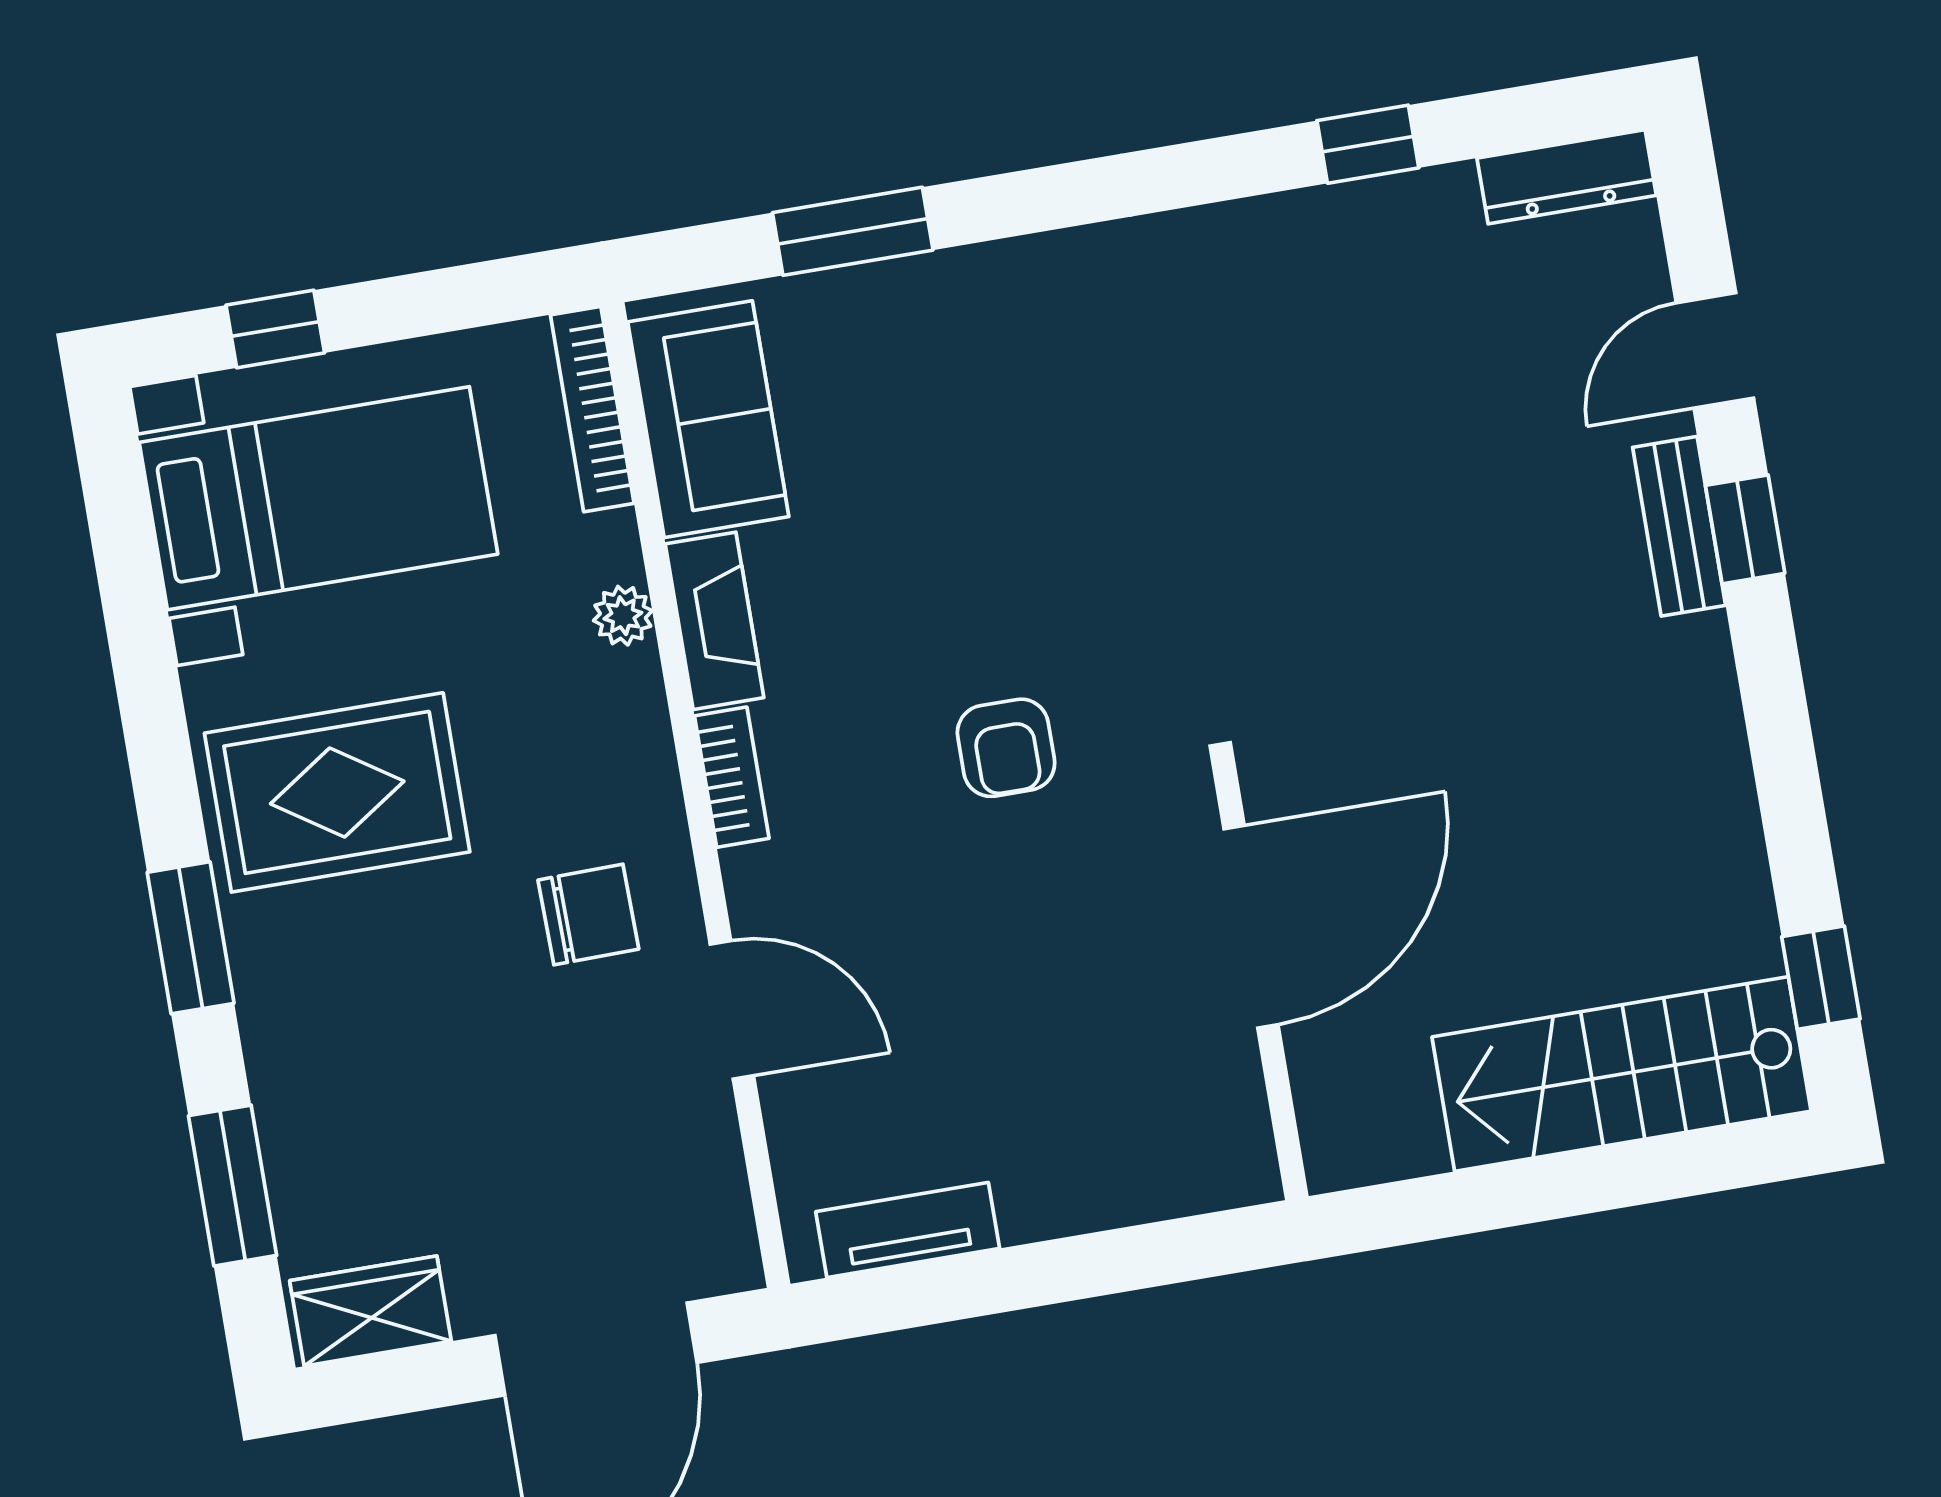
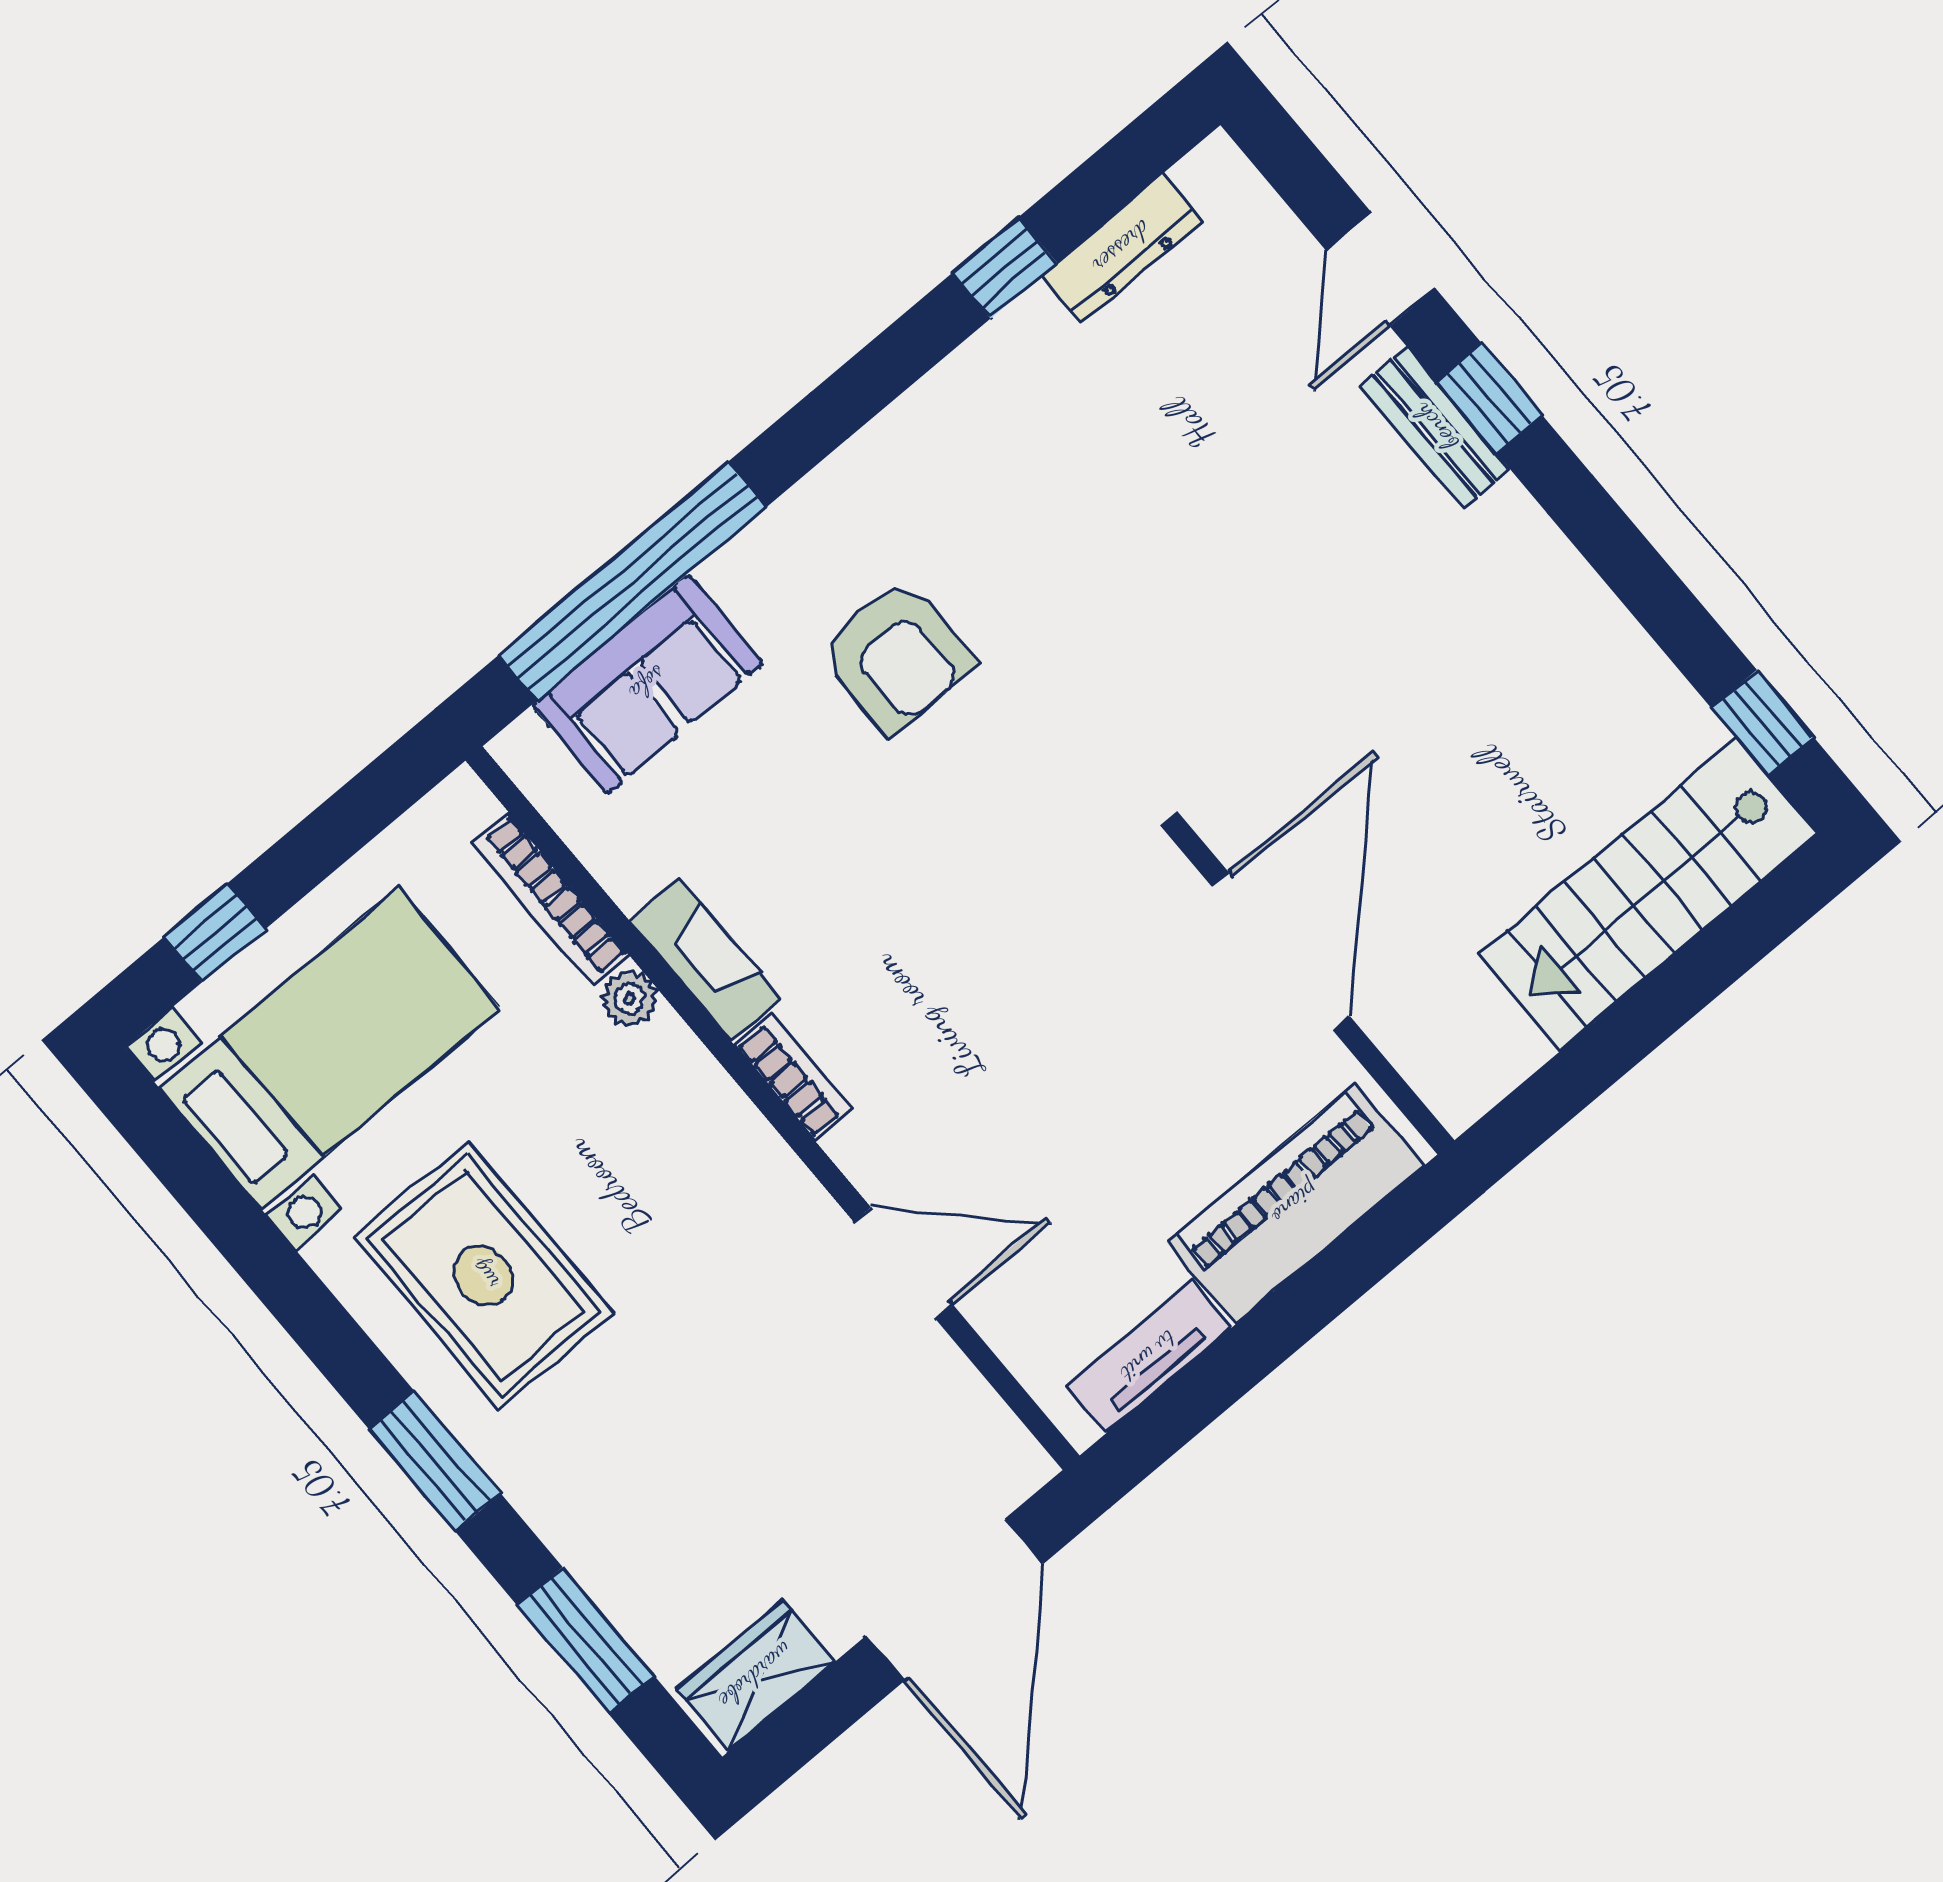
dresser: (1567, 177) -> (1122, 248), moved
window: (853, 231) -> (632, 581), width x2.11
bookcase: (592, 409) -> (551, 899), moved
sofa: (708, 419) -> (648, 684), moved, turned 90
armchair: (1006, 748) -> (897, 656), moved, width x1.38, depth x1.38
rug: (337, 792) -> (484, 1275), turned 90
chair: (588, 915) -> (743, 1255), removed
piano: (1127, 1169) -> (1295, 1204), added

